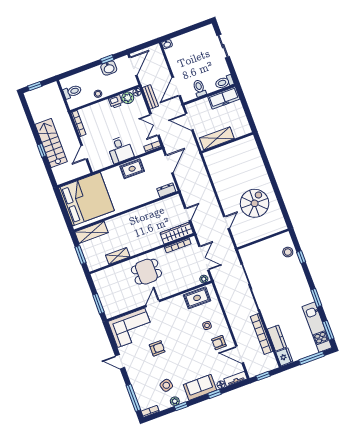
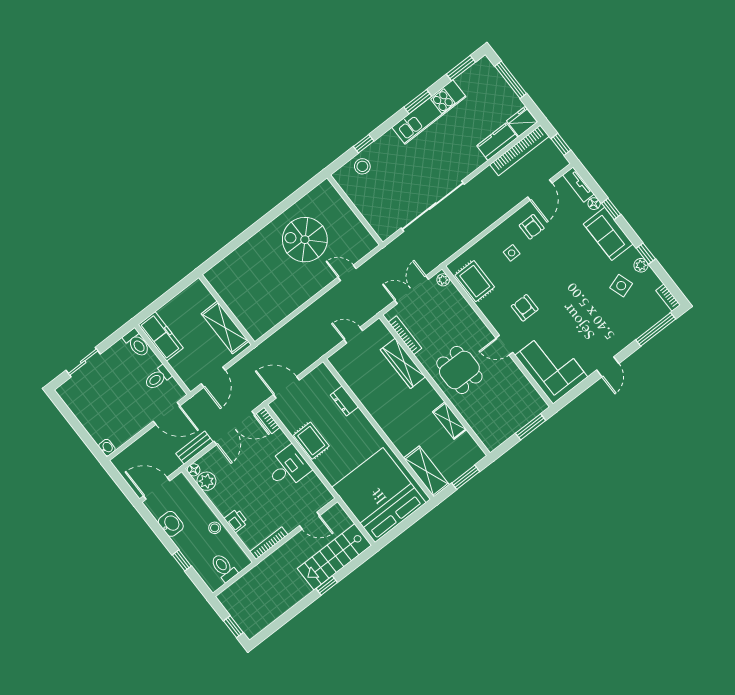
window: (107, 59) -> (182, 560), moved
printer: (116, 102) -> (236, 521), moved
double door: (155, 125) -> (234, 428), width x1.37
stairs: (51, 143) -> (334, 557), moved
dresser: (166, 190) -> (344, 401), moved
wardrobe: (177, 233) -> (403, 363), moved
kitchen unit: (317, 327) -> (429, 112), moved
bookcase: (261, 334) -> (520, 150), moved
armchair: (157, 348) -> (525, 308), moved

